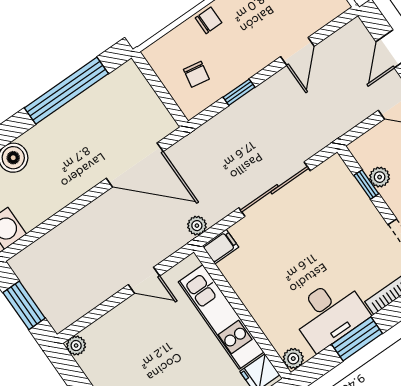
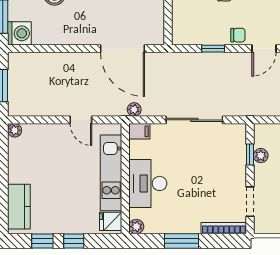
chair: (196, 74) -> (238, 35), moved, turned -100
desk: (329, 314) -> (148, 183), moved, turned 90

